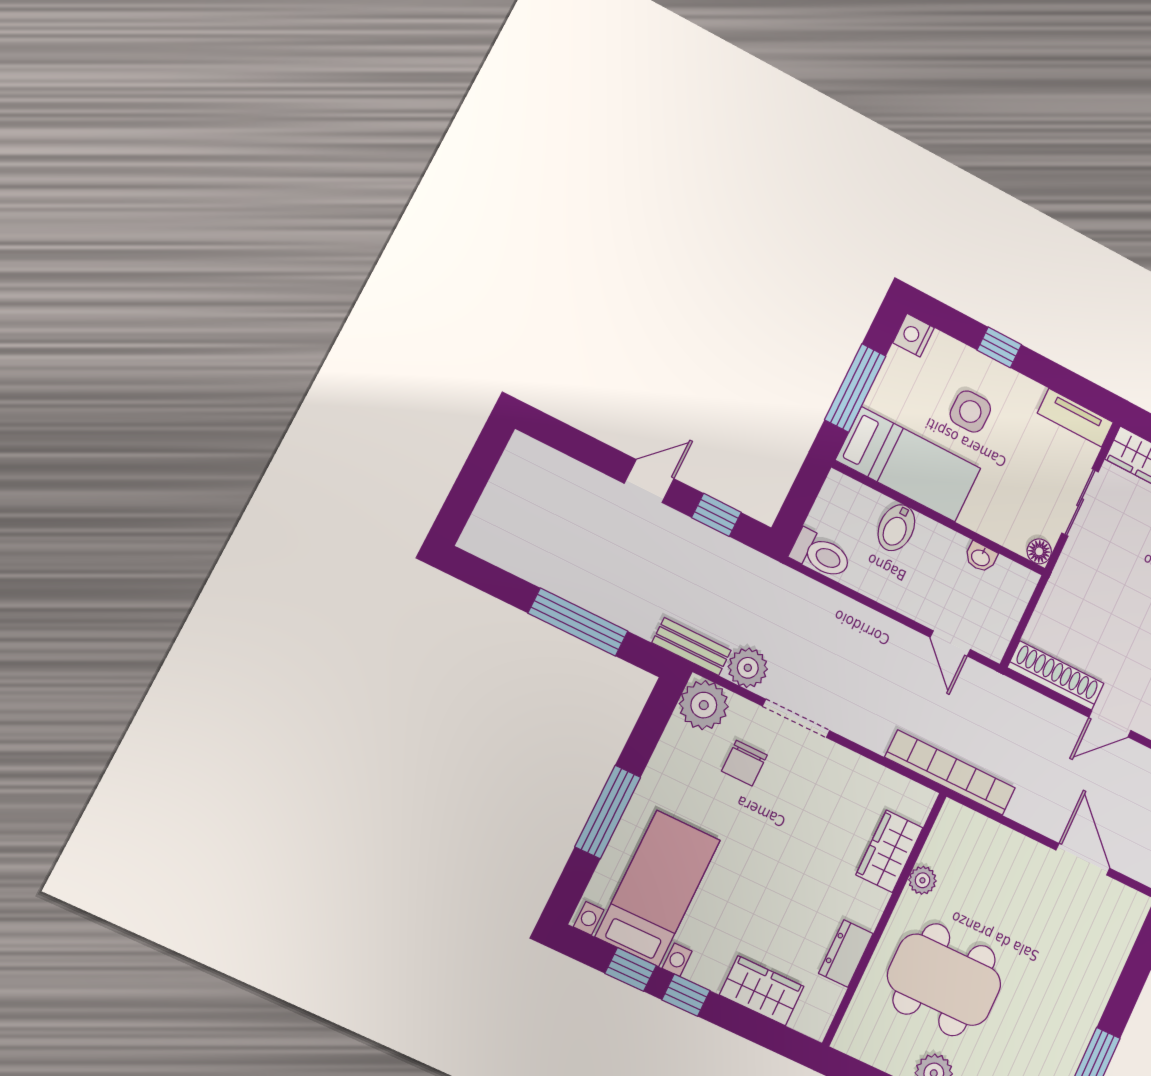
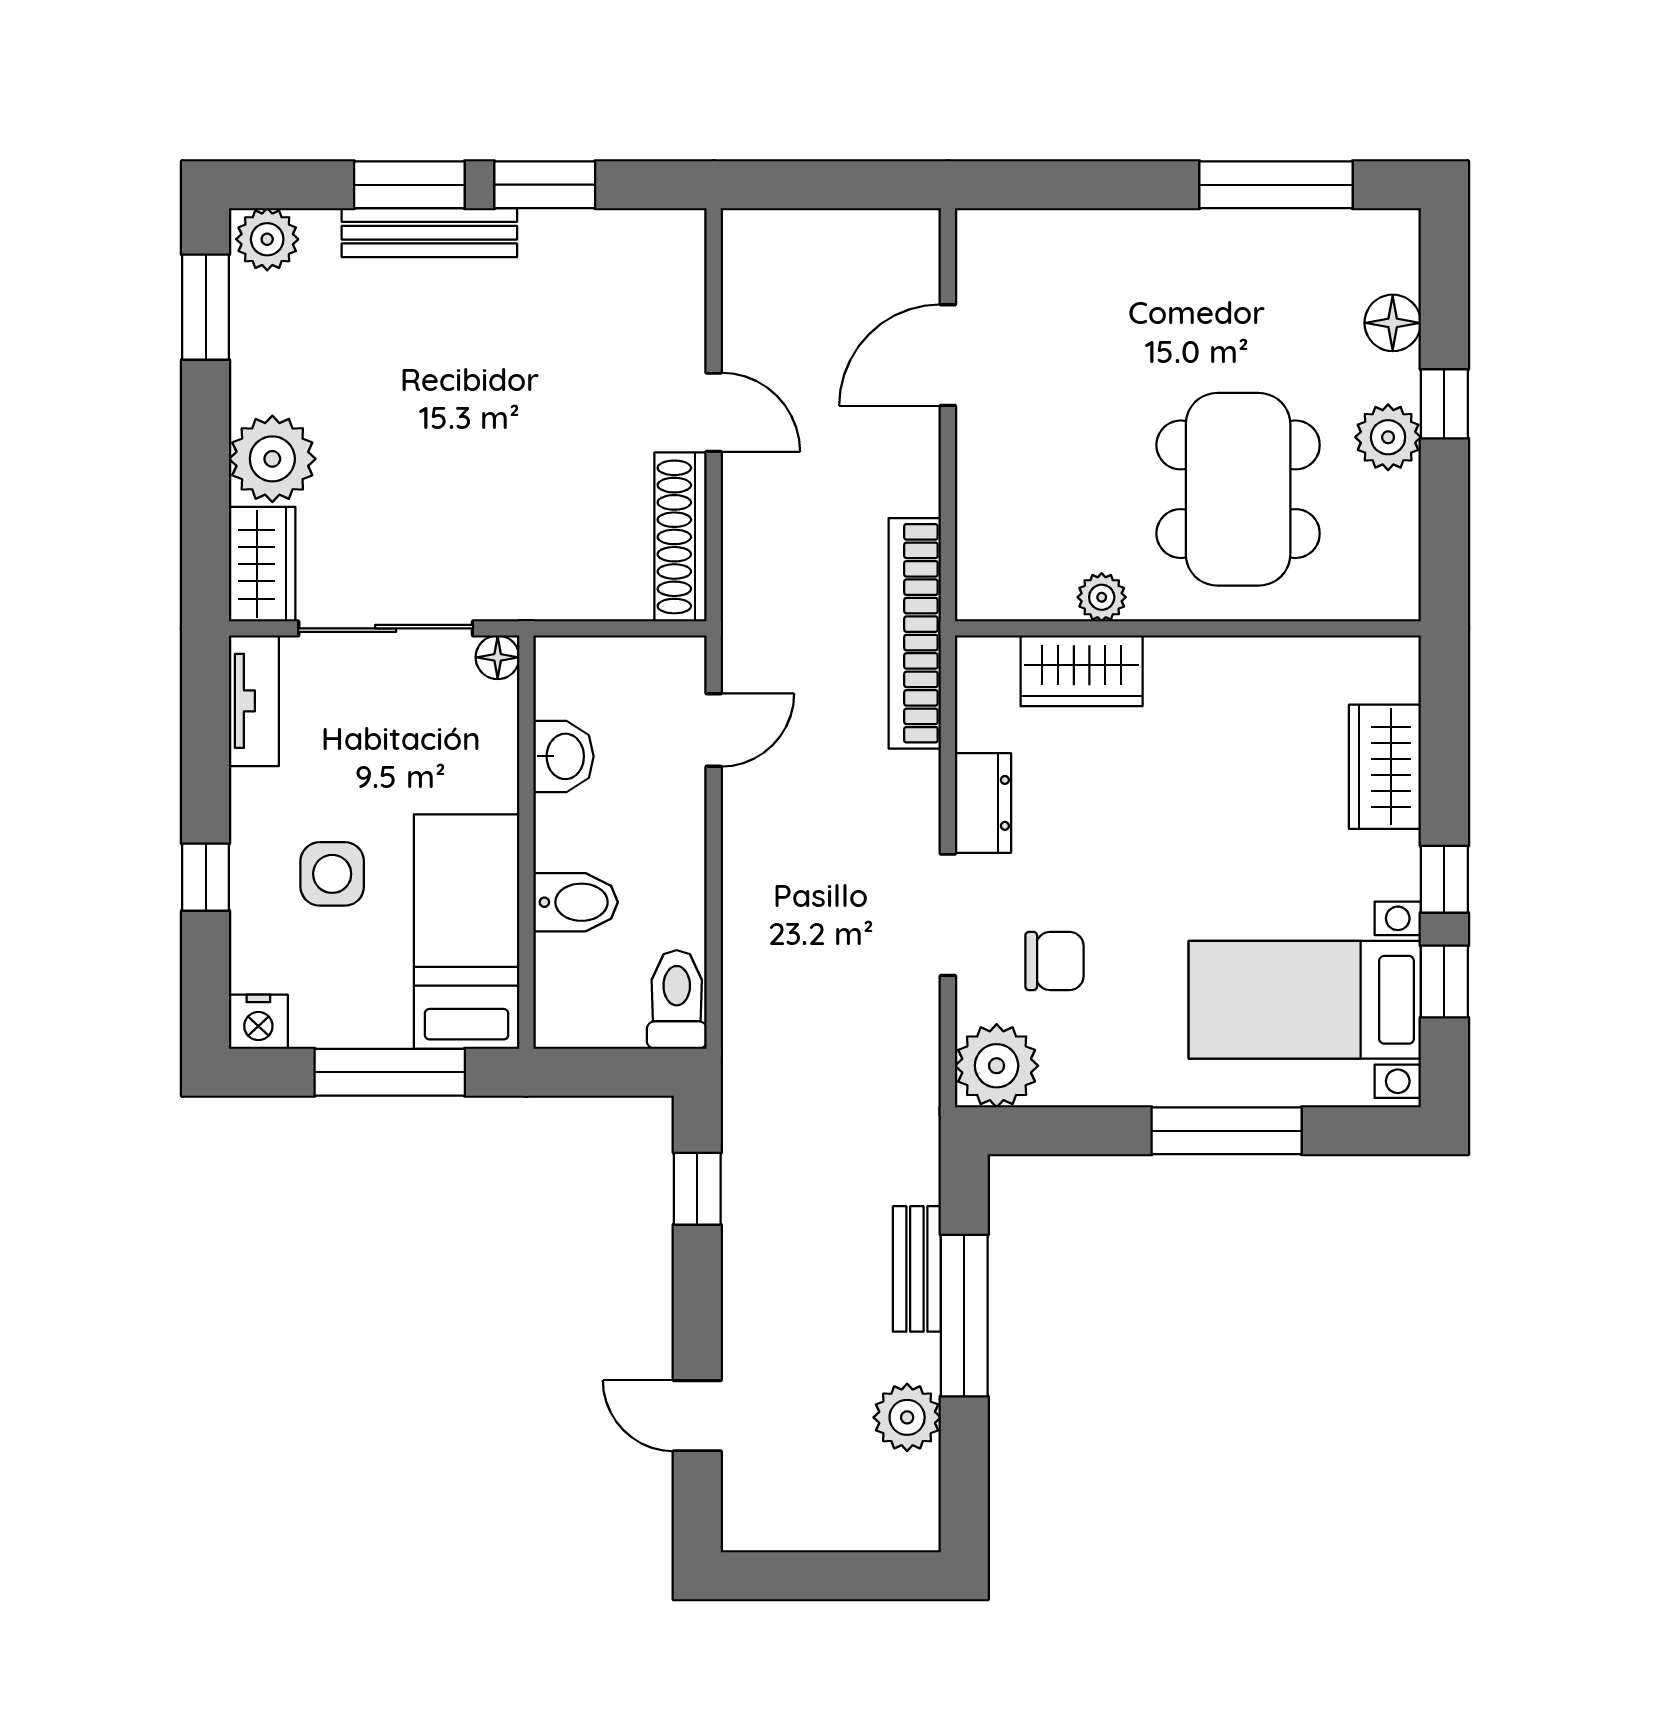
door: (649, 481) -> (697, 1416), moved
sliding door: (1080, 502) -> (386, 628), width x1.37
washbasin: (981, 557) -> (563, 756), width x1.38, depth x1.45
bench: (692, 647) -> (917, 1269), moved
plant: (748, 668) -> (907, 1417), moved
dresser: (846, 953) -> (983, 803), moved, turned -90

